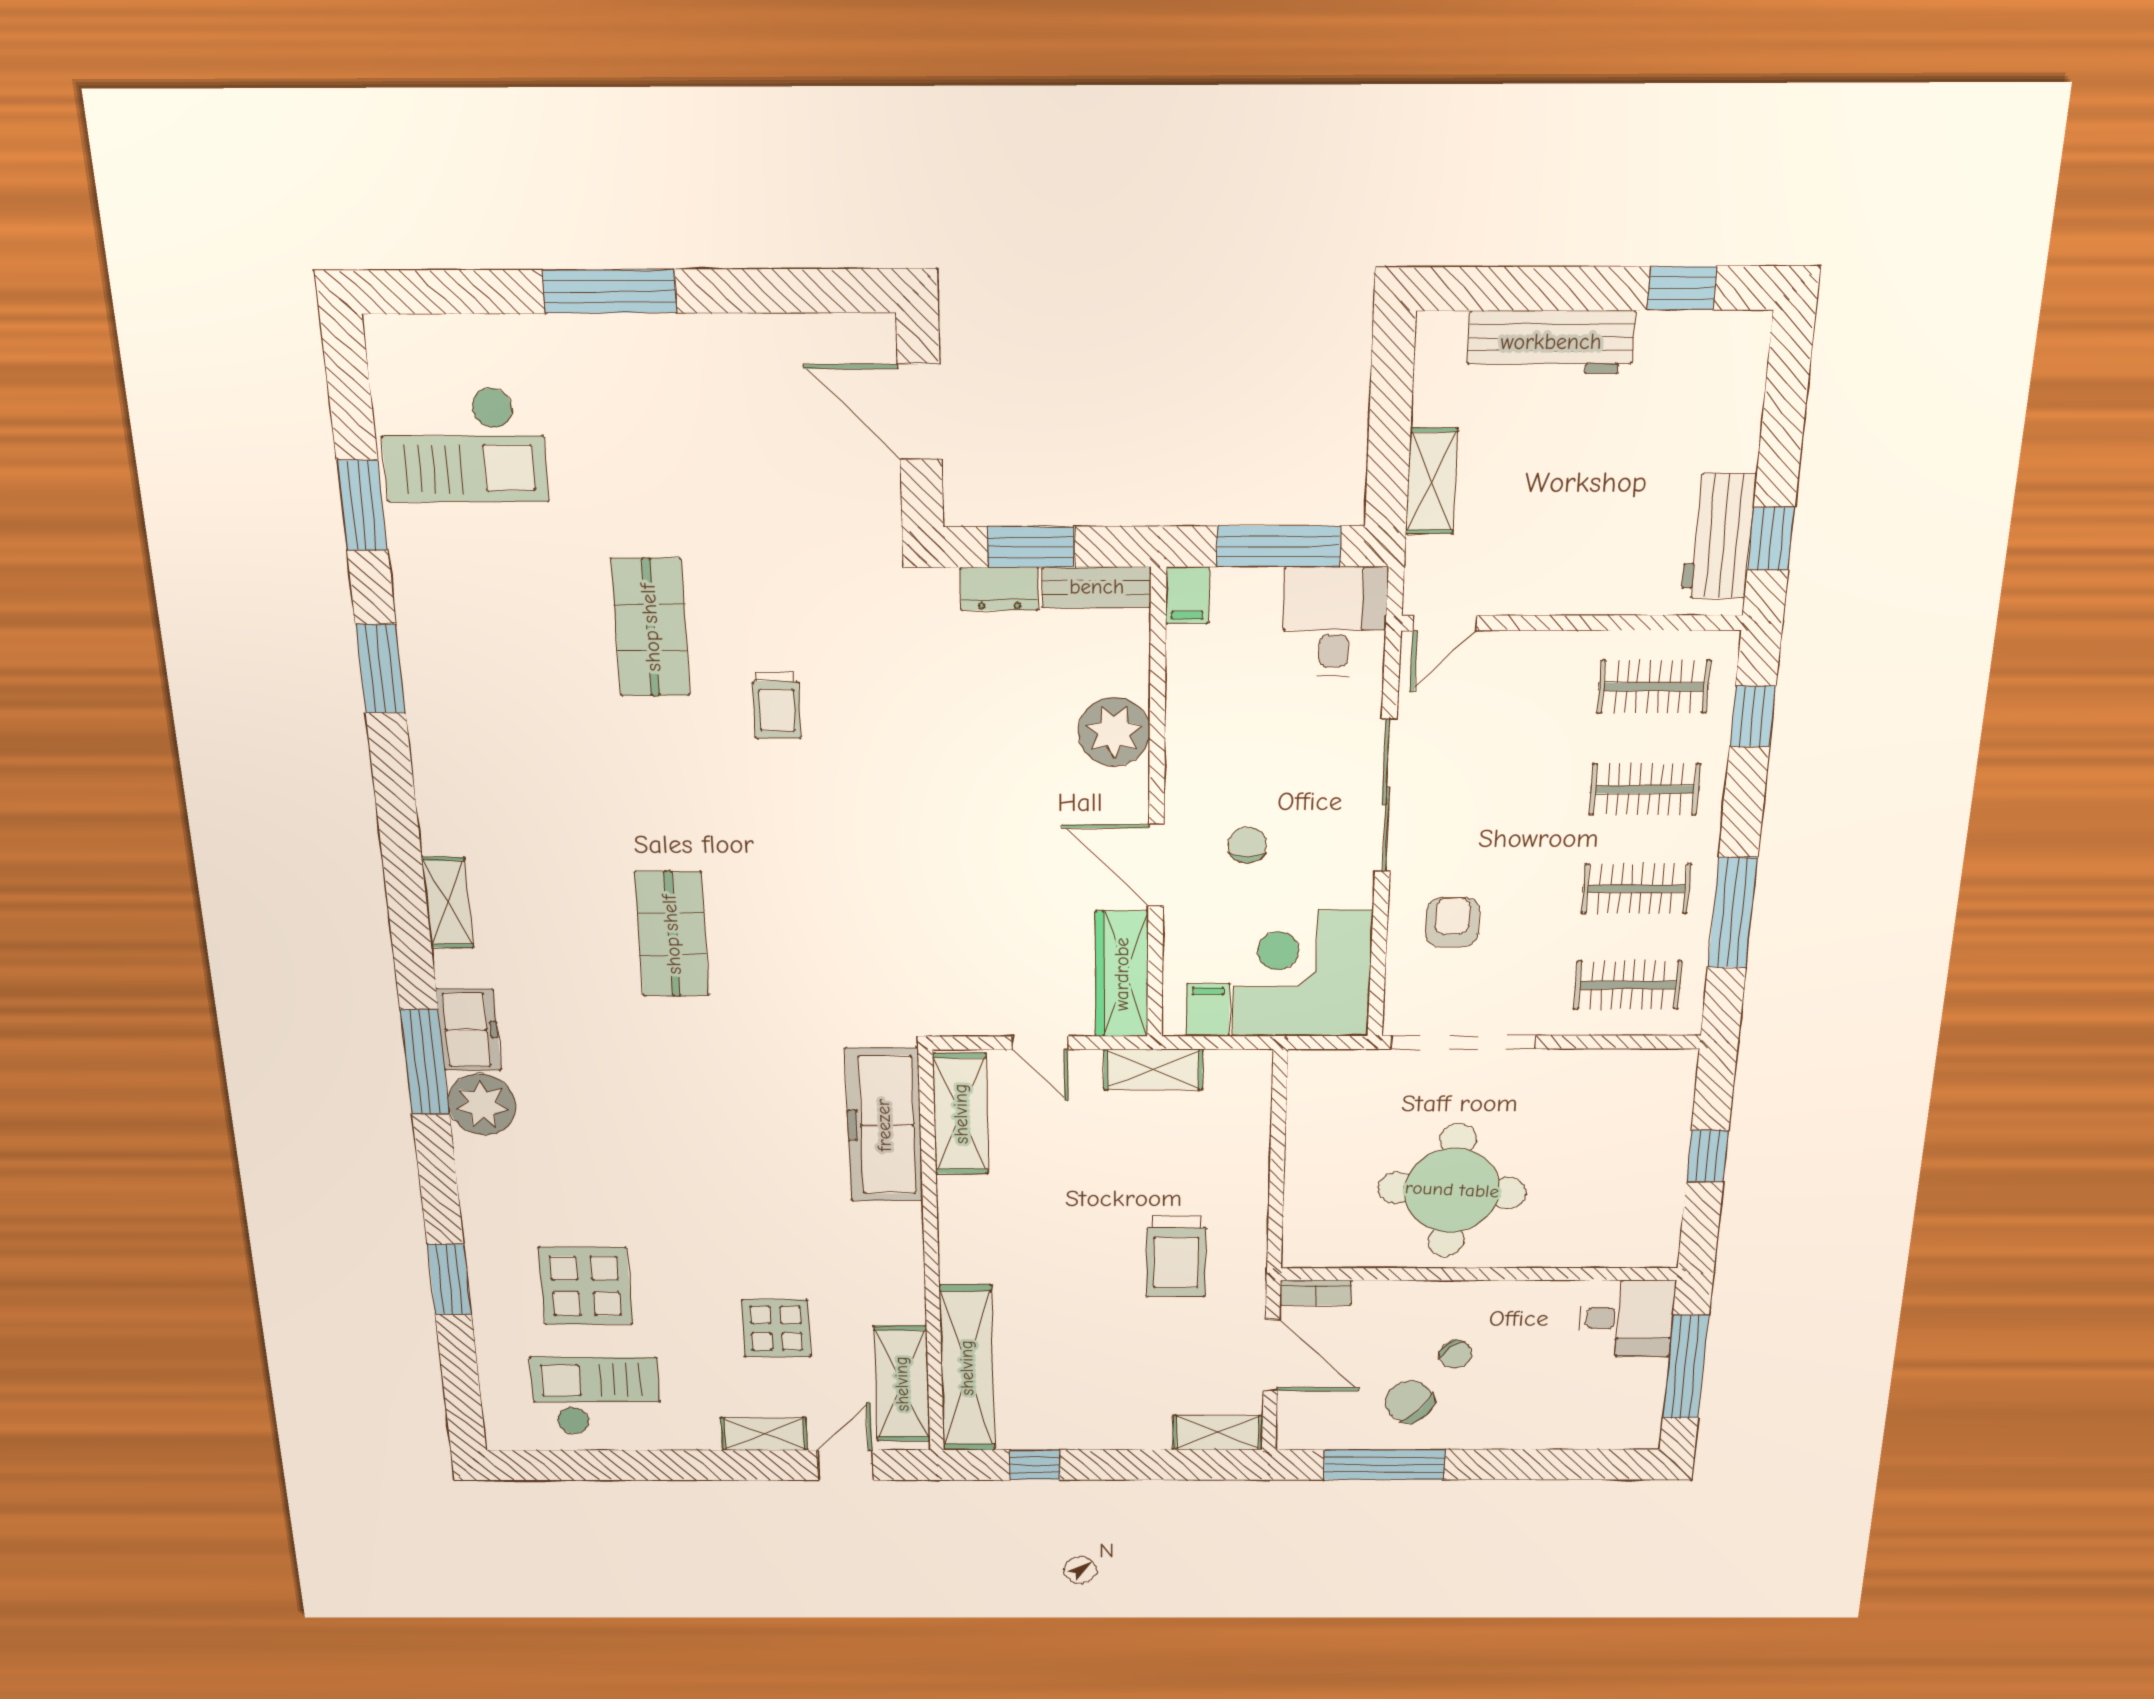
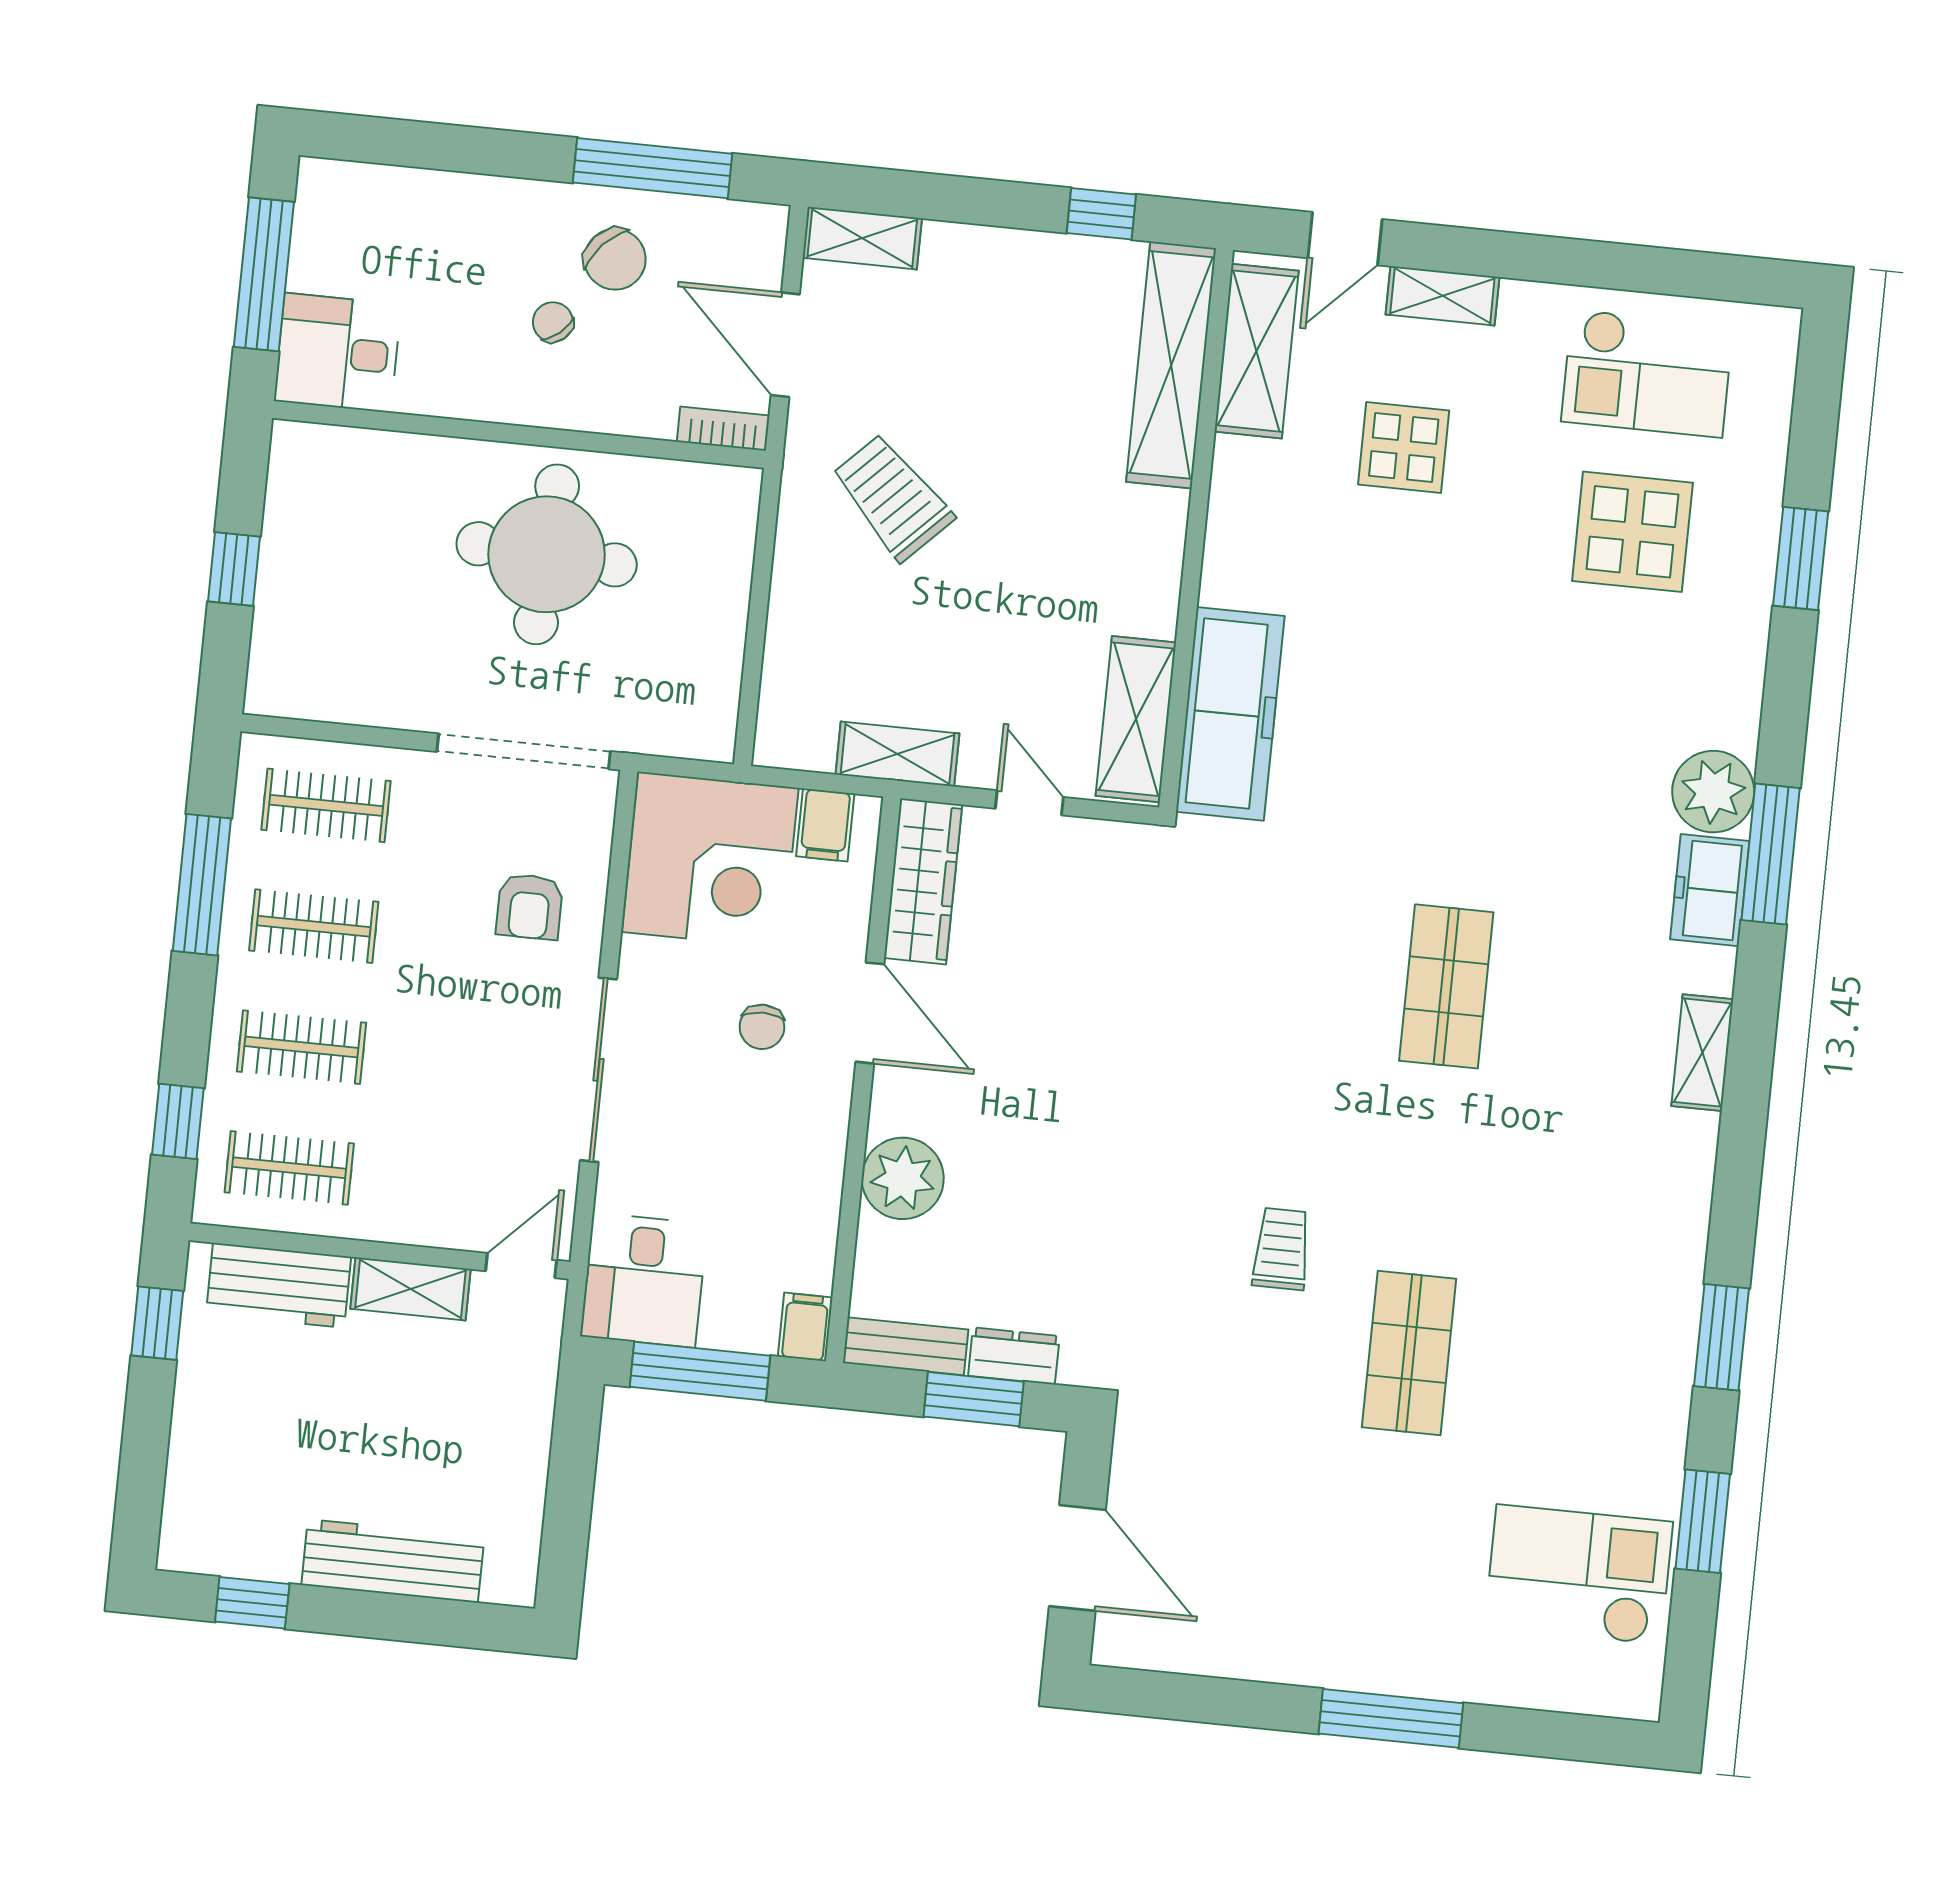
shelving: (1432, 481) -> (410, 1289), moved, turned 90
workbench: (1719, 536) -> (279, 1285), moved, turned 90
trolley: (1176, 1257) -> (893, 497), turned -45

